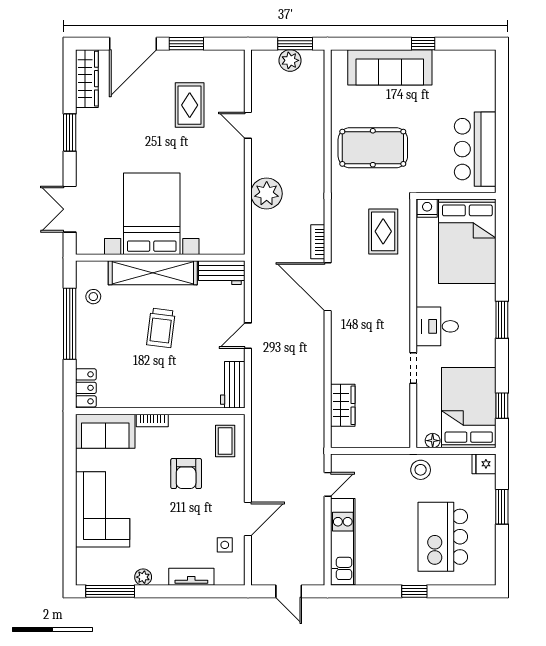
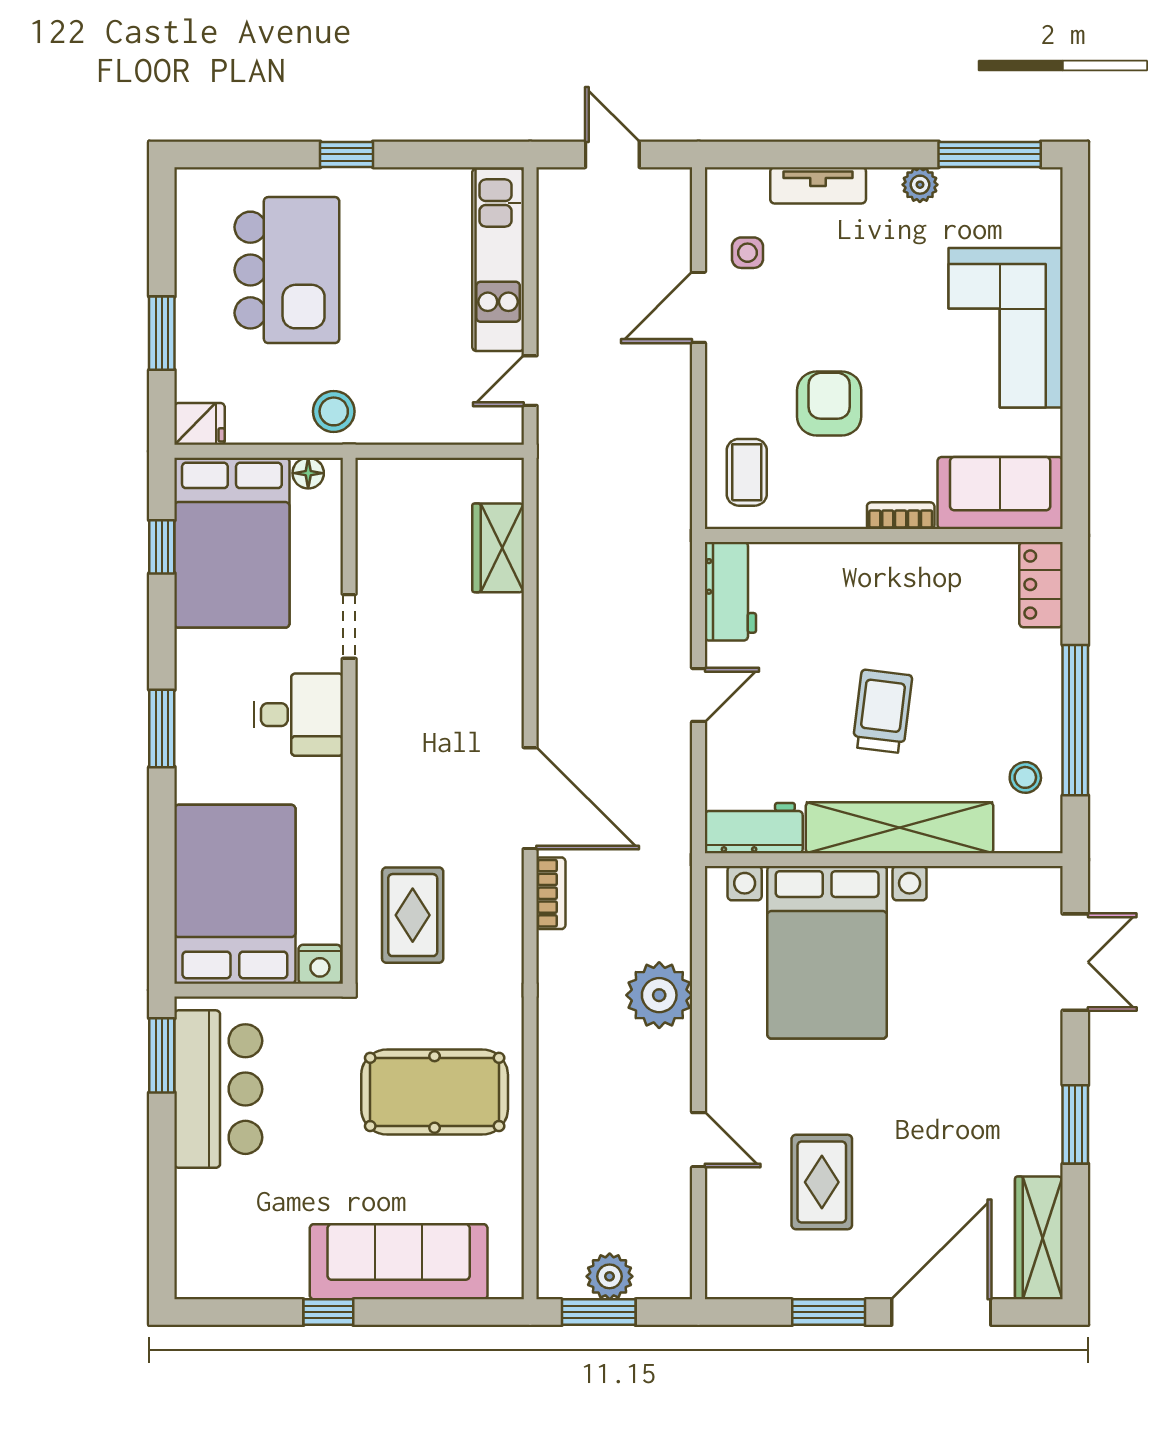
window: (502, 165) -> (162, 1055), added
bed with nightstands: (152, 214) -> (827, 952), moved

